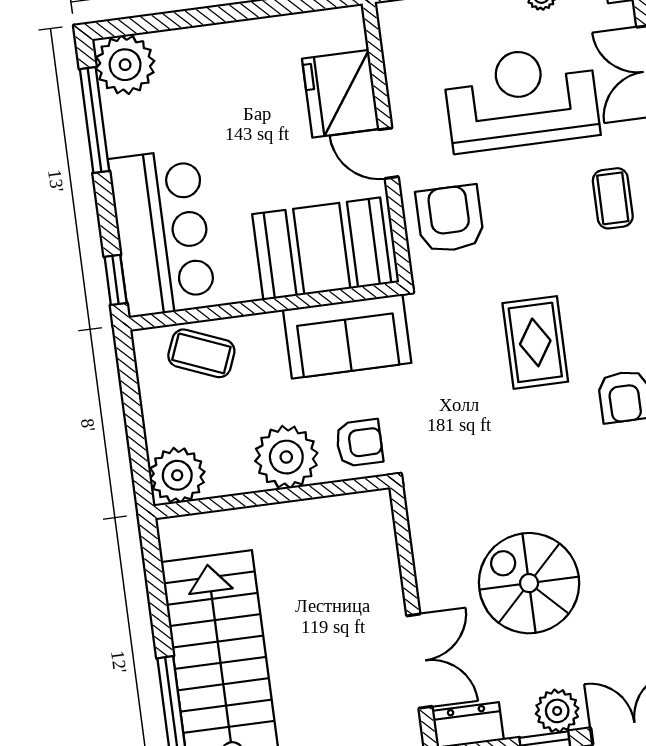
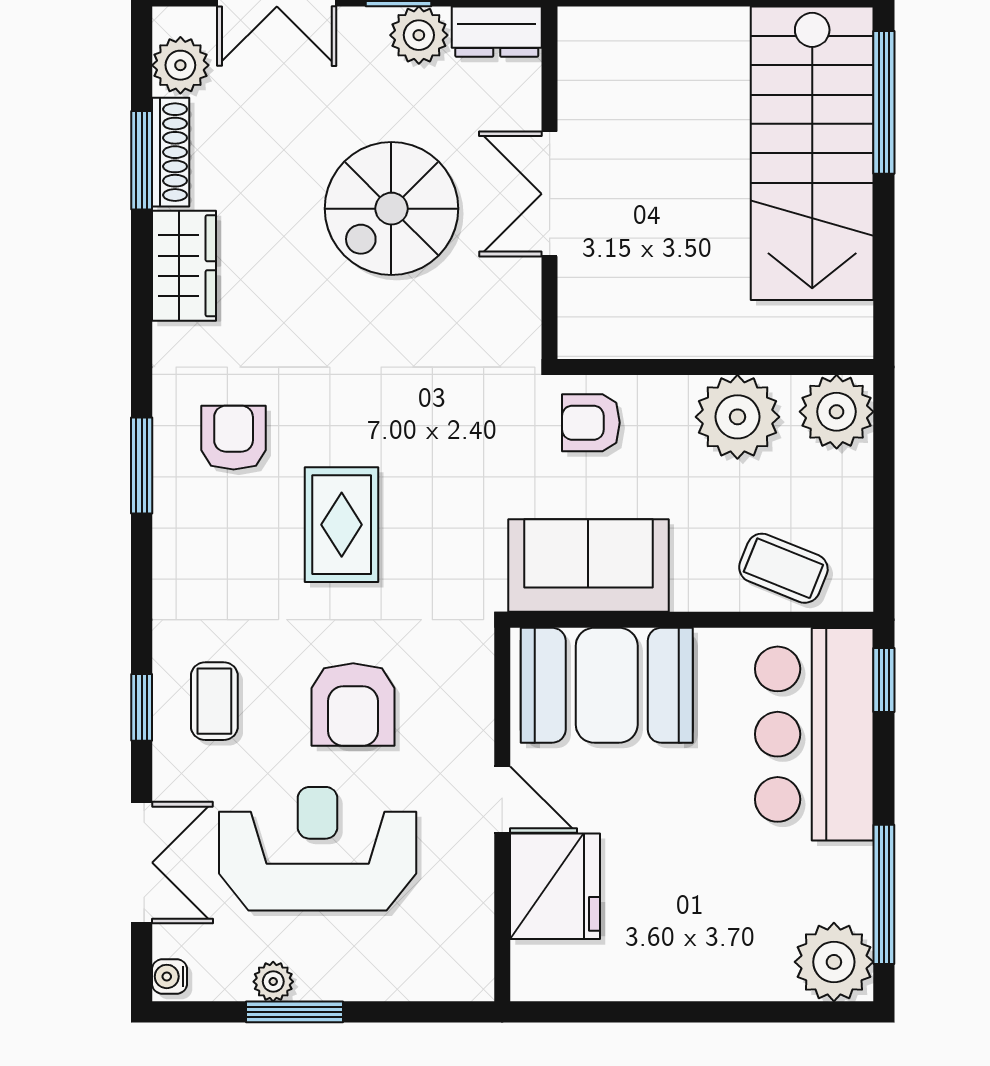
reception desk: (521, 98) -> (318, 849), turned 180
armchair: (450, 219) -> (353, 704), moved
plant: (286, 457) -> (737, 417), moved
spiral stairs: (529, 583) -> (391, 209), turned 90
double door: (419, 661) -> (550, 194), moved
plant: (557, 711) -> (419, 35), moved

